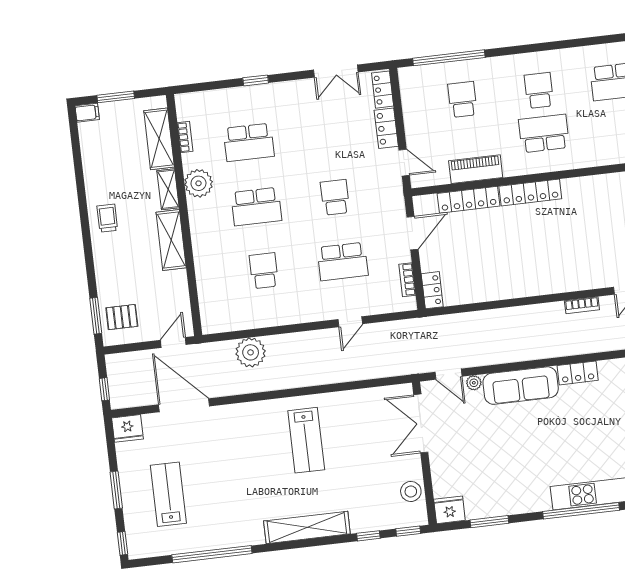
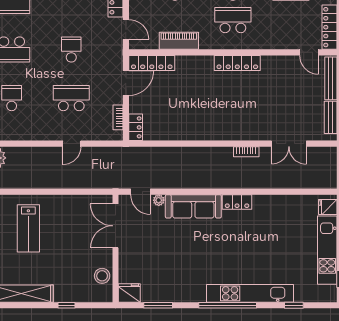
locker: (530, 192) -> (237, 63), moved
locker: (468, 200) -> (152, 63), moved
school desk: (343, 261) -> (71, 98), turned 180
window: (408, 531) -> (97, 305), removed

